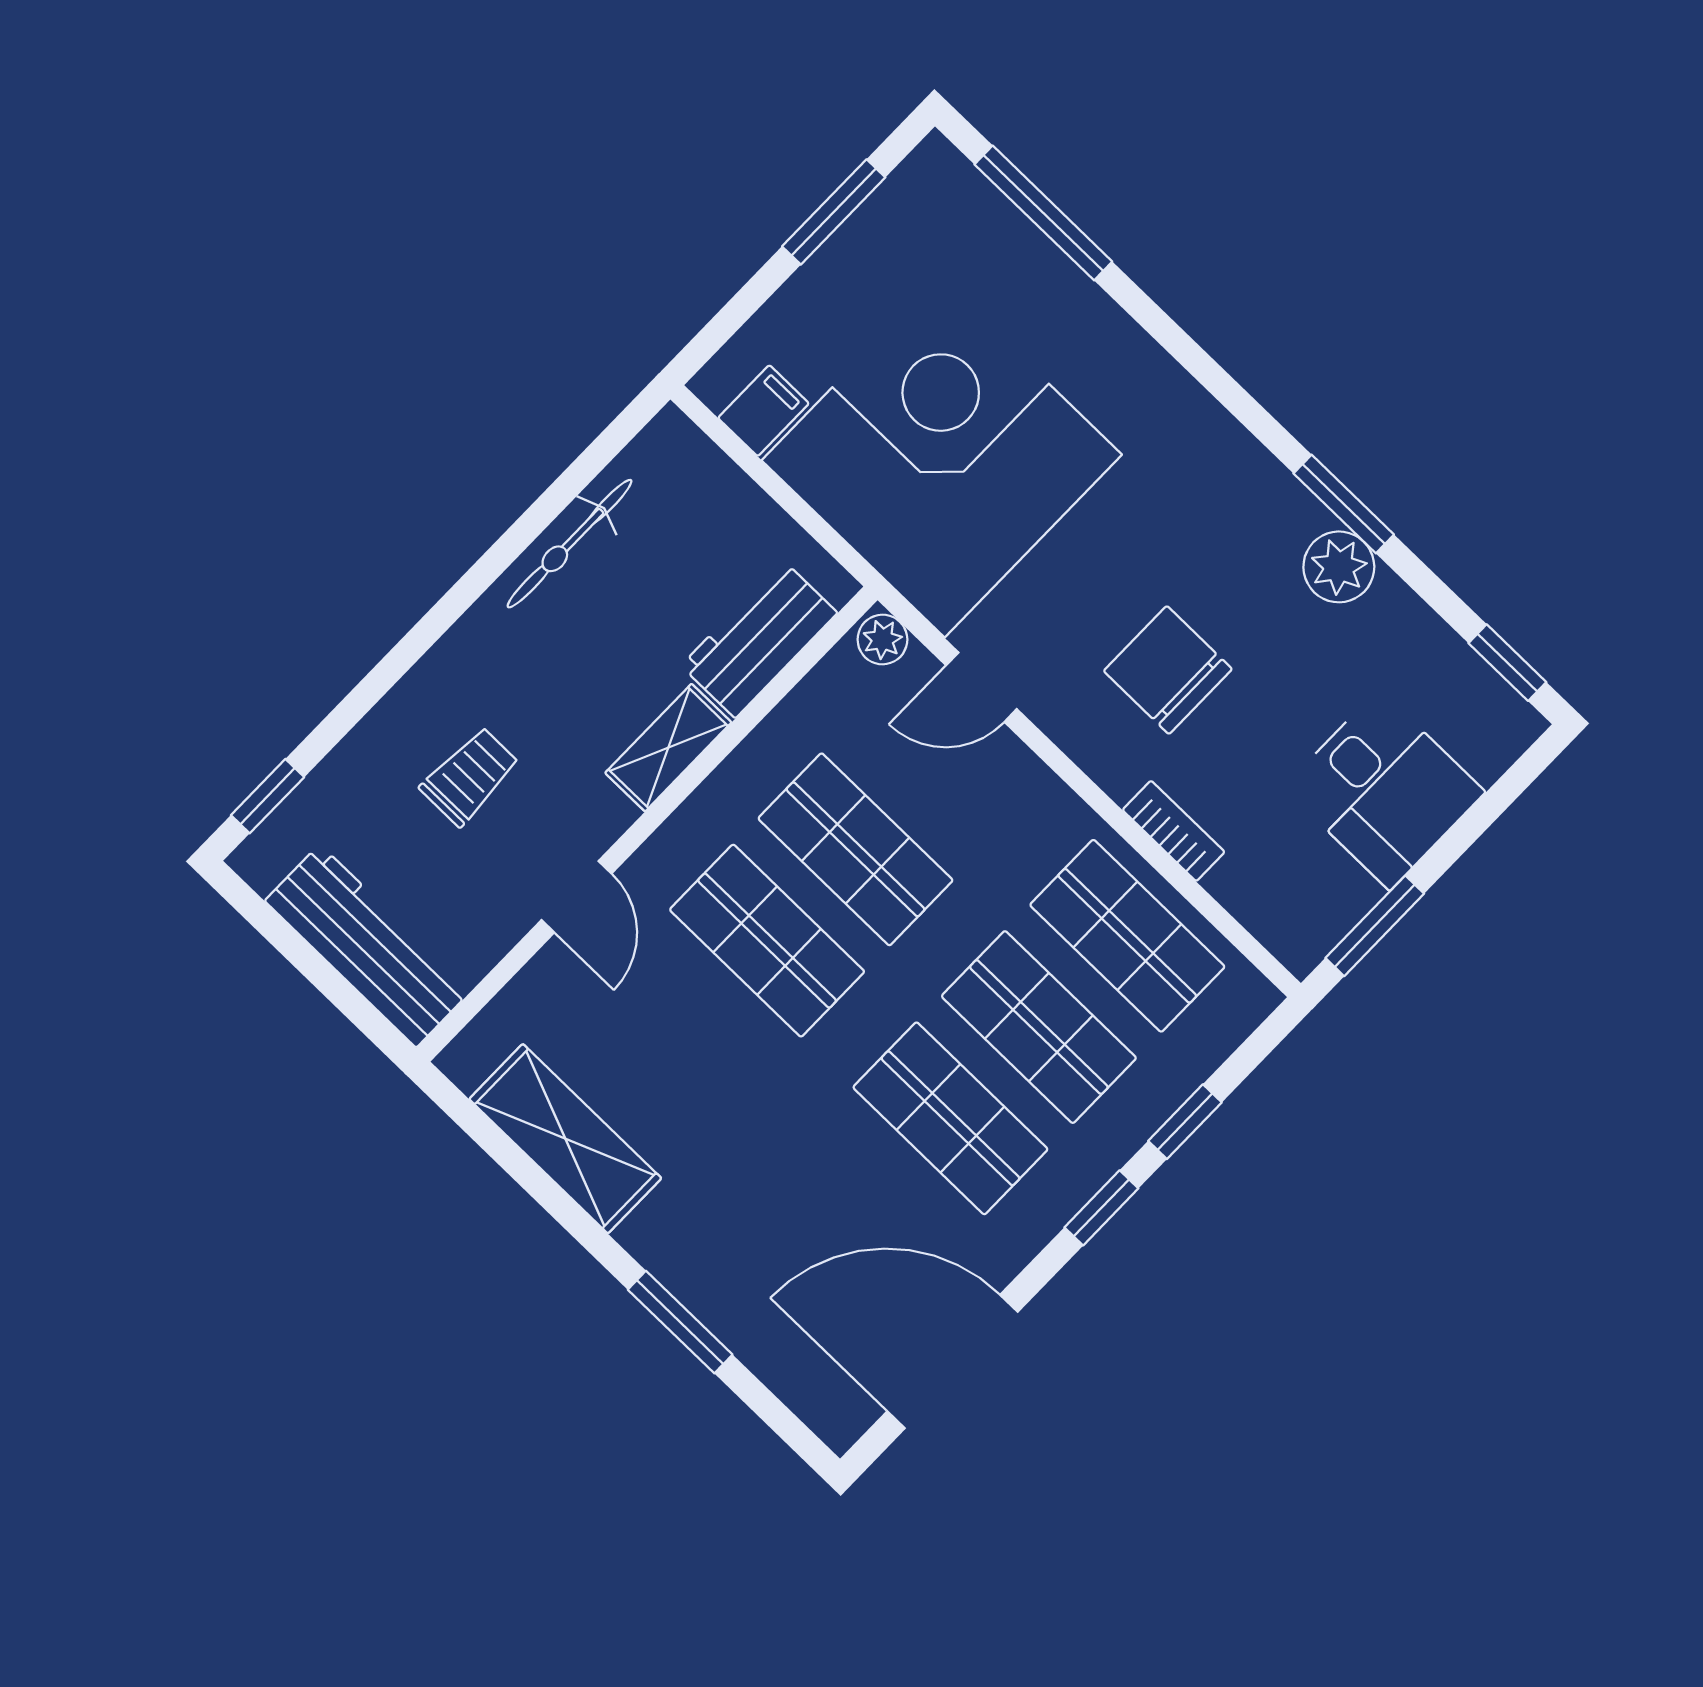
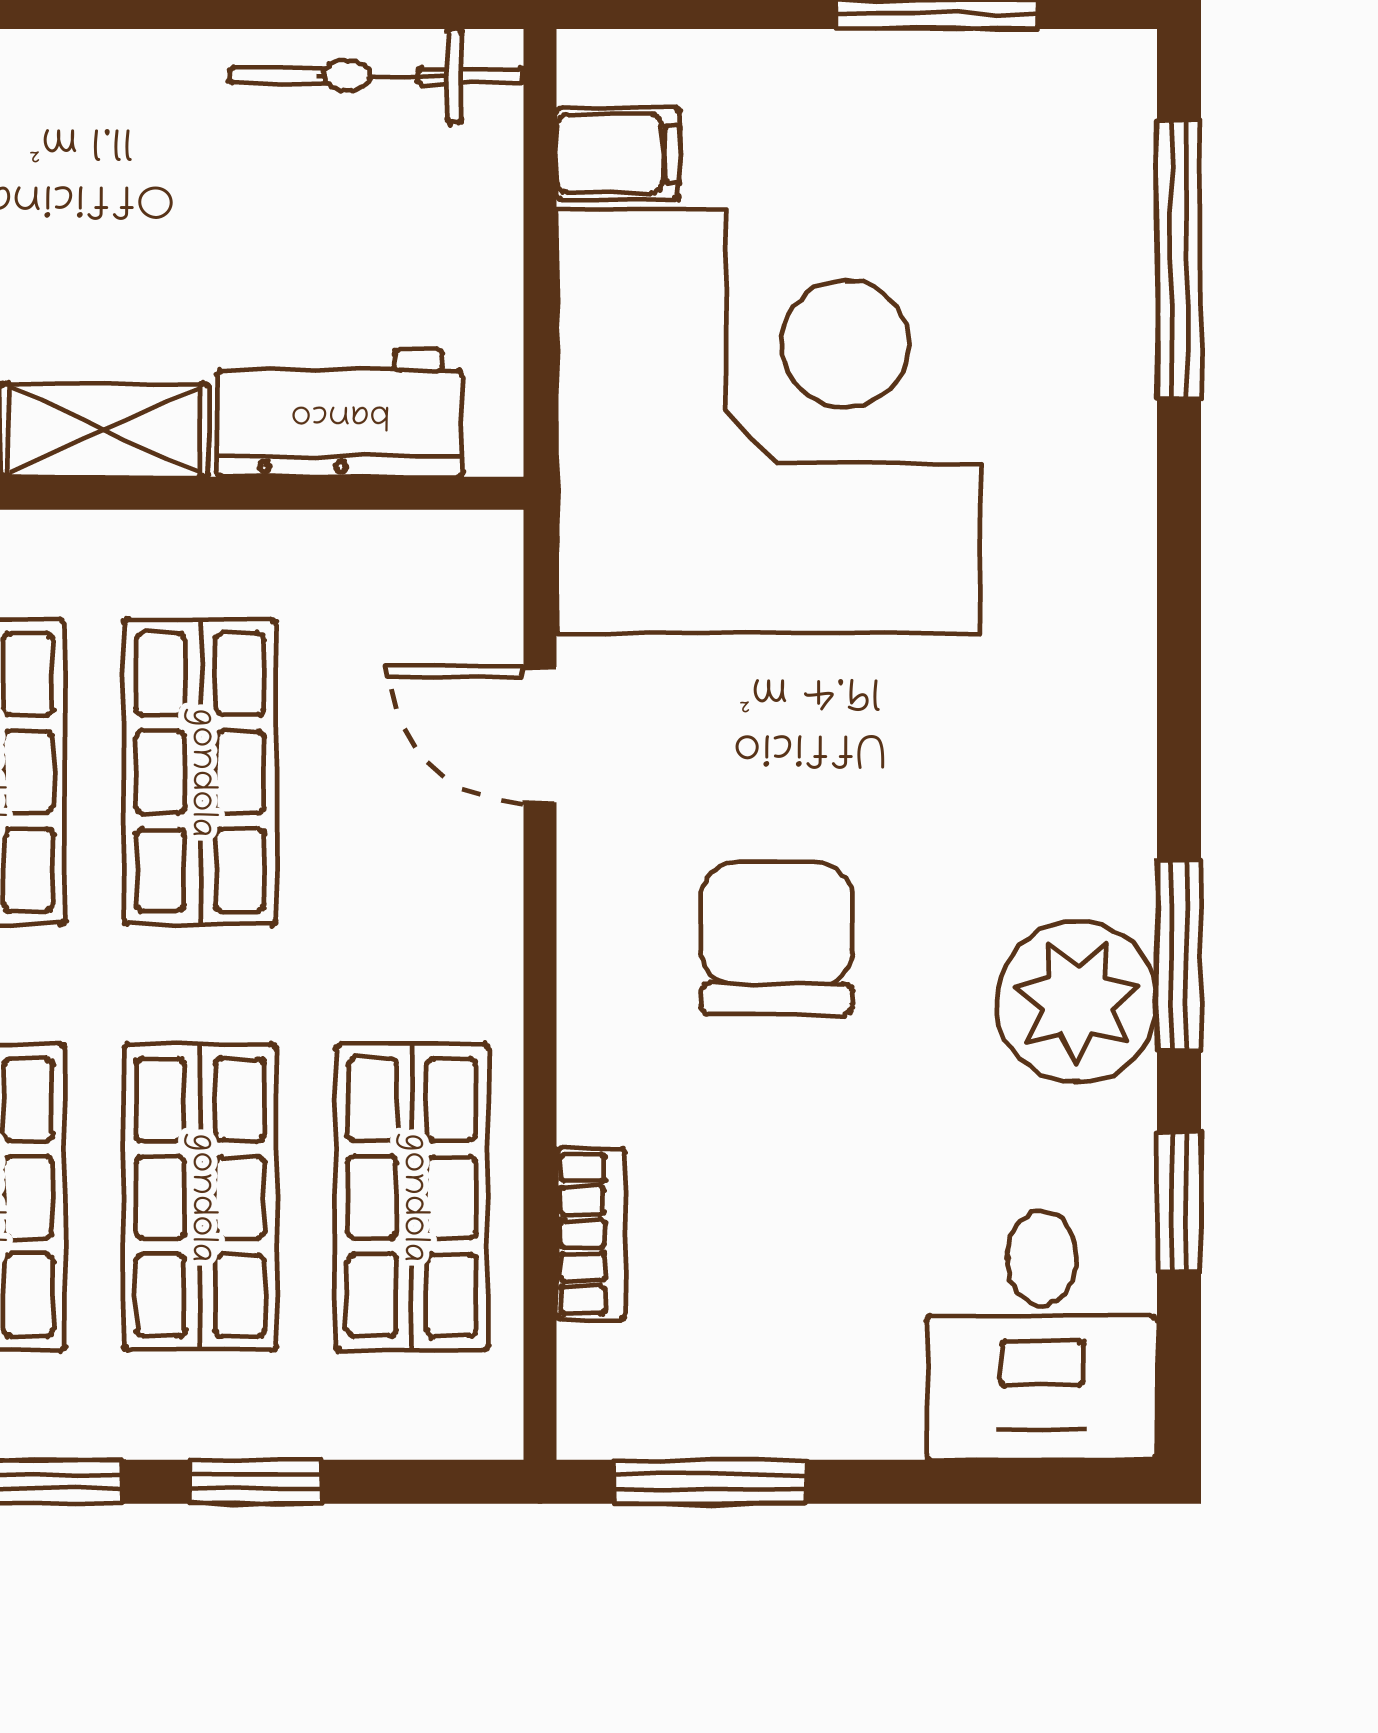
bicycle: (570, 544) -> (376, 76), moved
plant: (1339, 567) -> (1077, 1001), width x1.36, depth x1.36
plant: (882, 640) -> (482, 561), removed
window: (1507, 663) -> (1179, 1202), moved
desk: (1384, 790) -> (1042, 1336), moved
bookcase: (1174, 831) -> (591, 1234), moved

